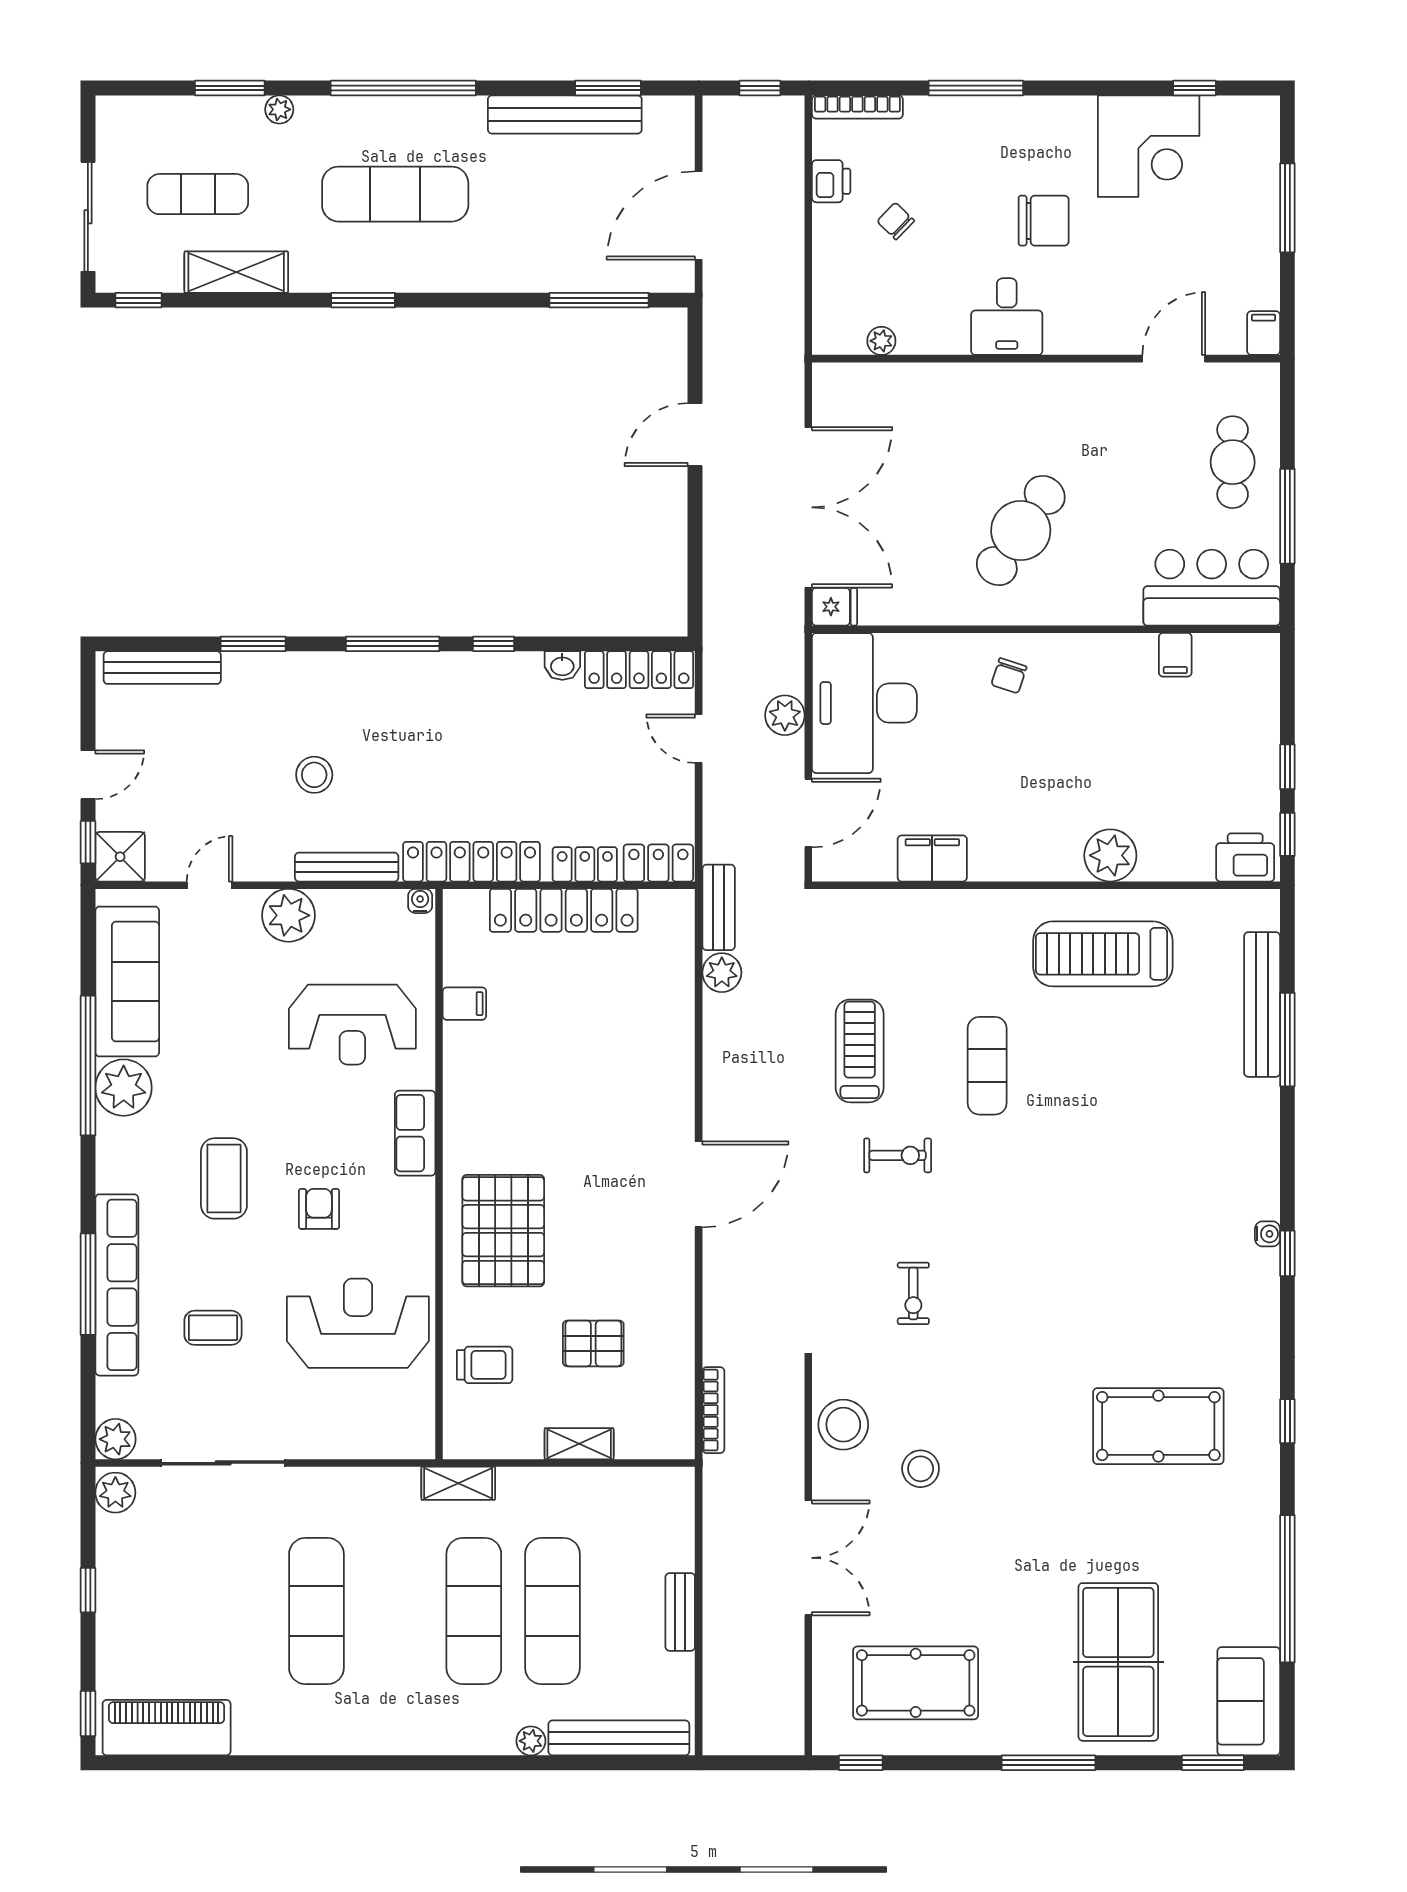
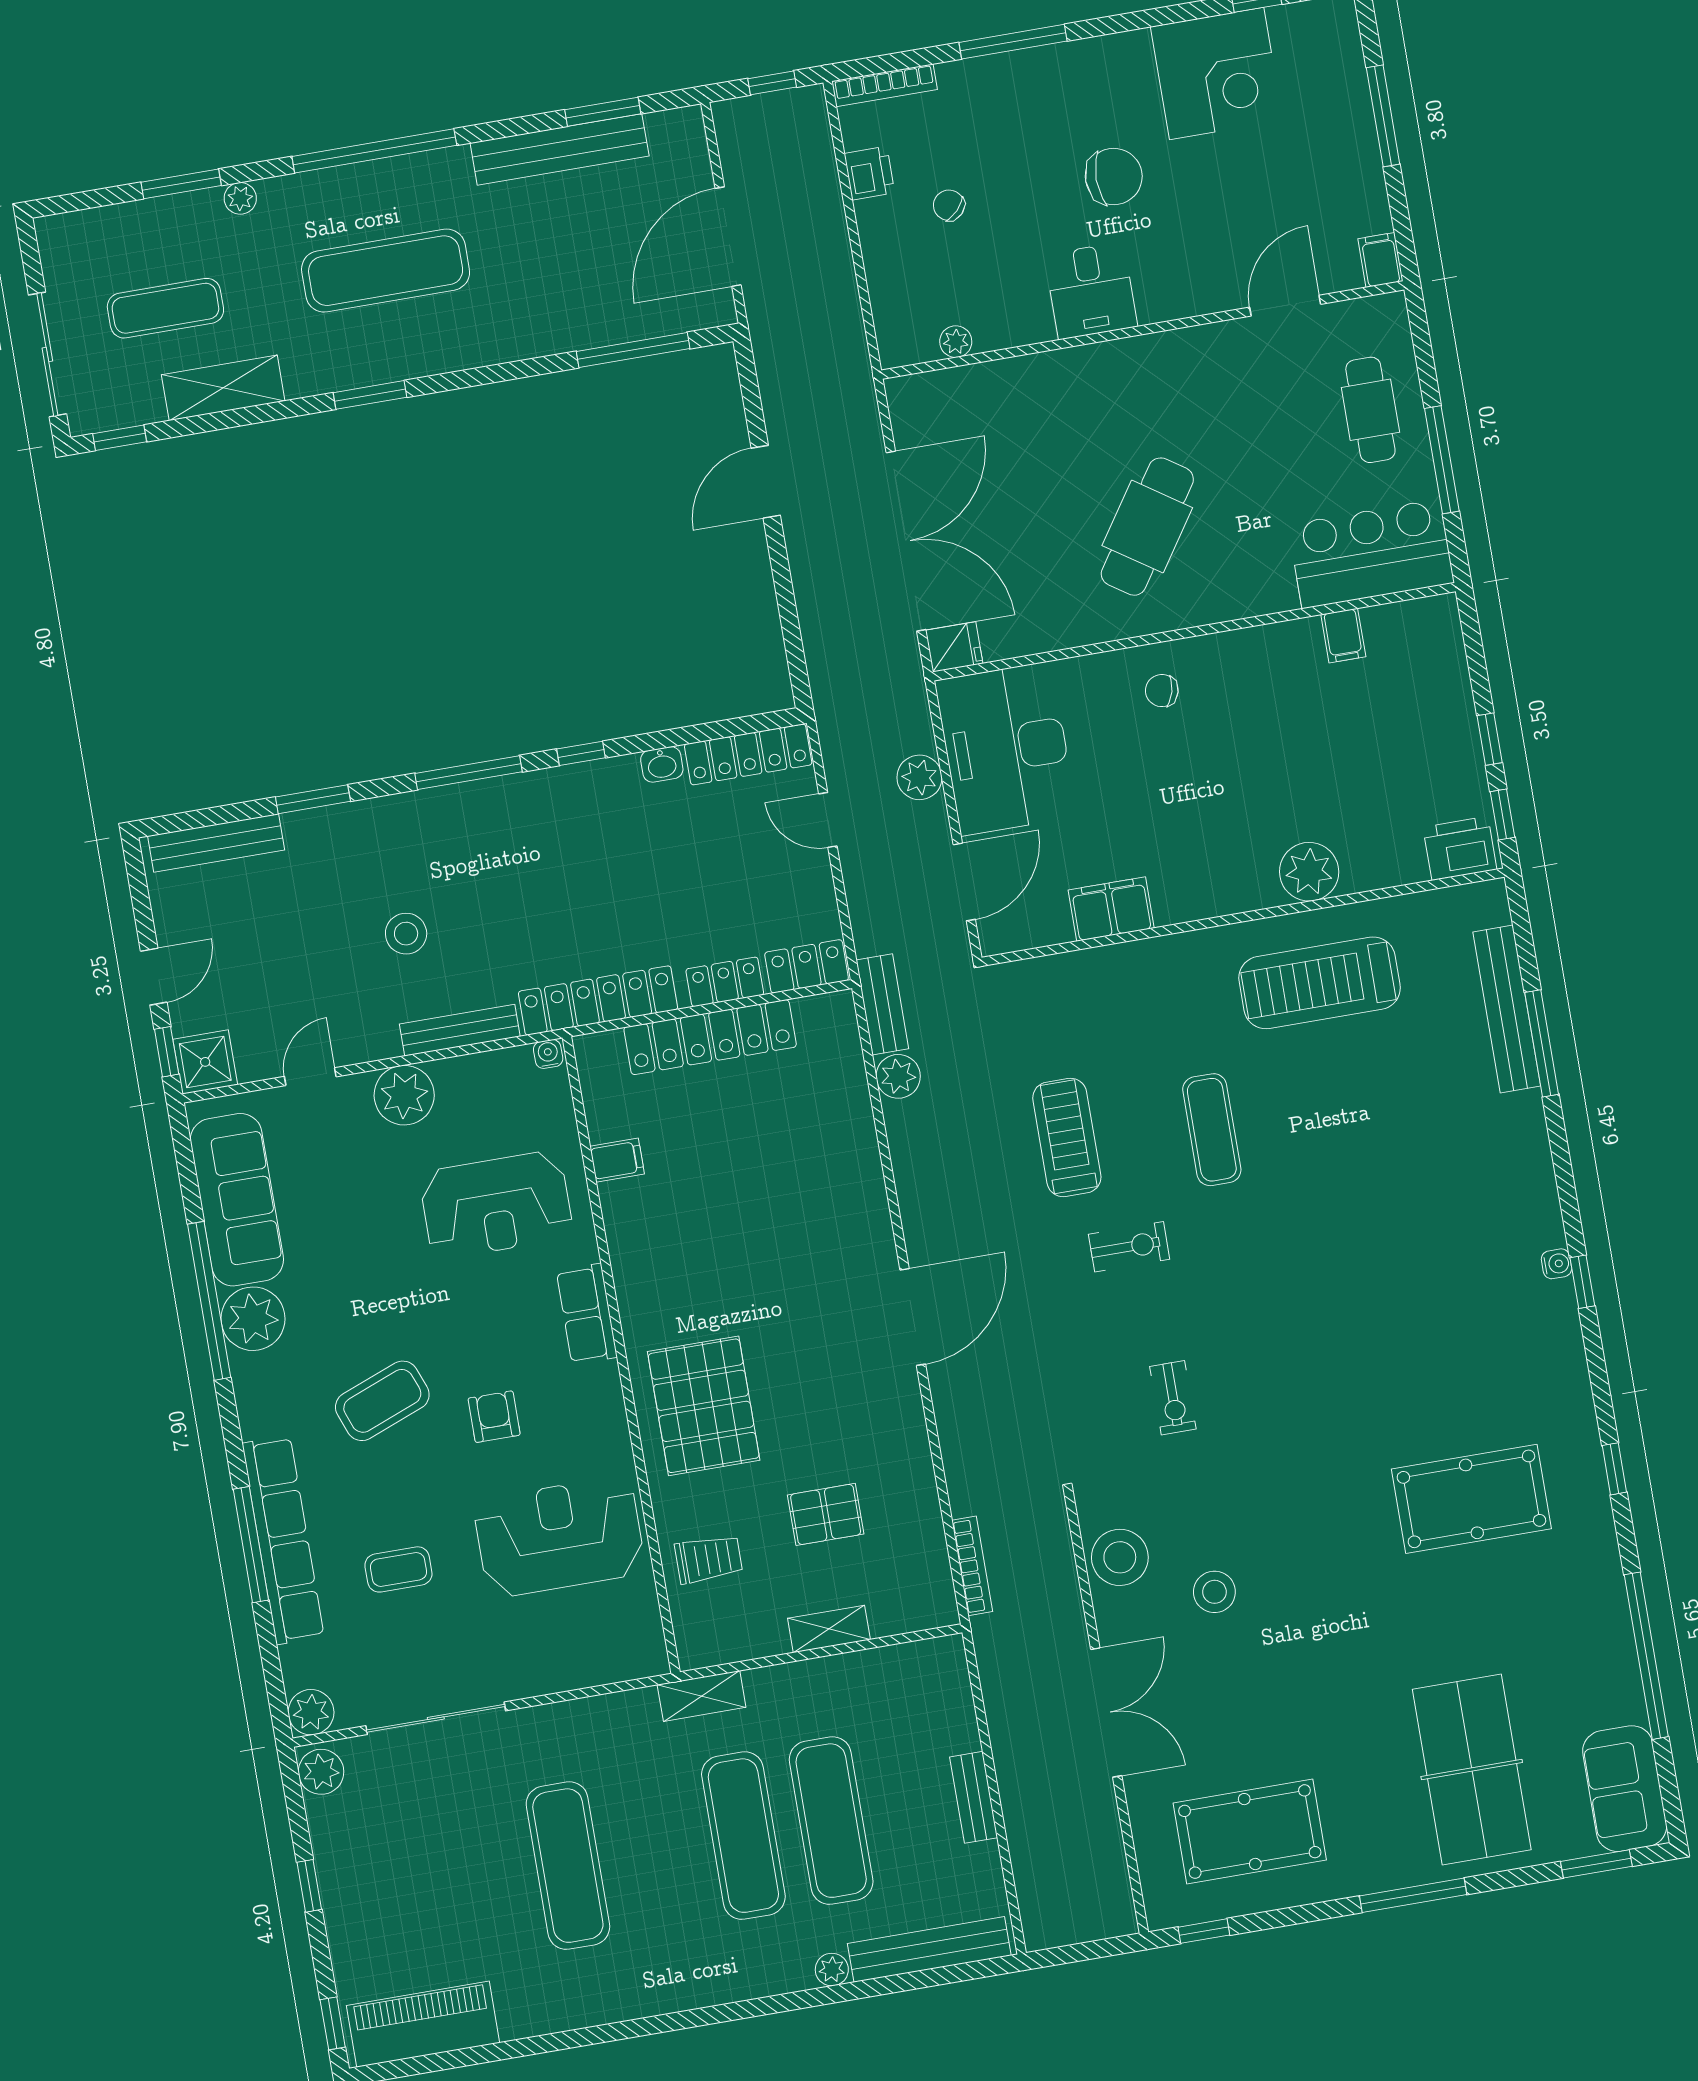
chair: (1009, 676) -> (1162, 691), turned 87
coffee table: (224, 1178) -> (382, 1401), turned 69

